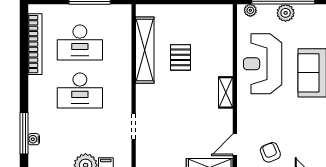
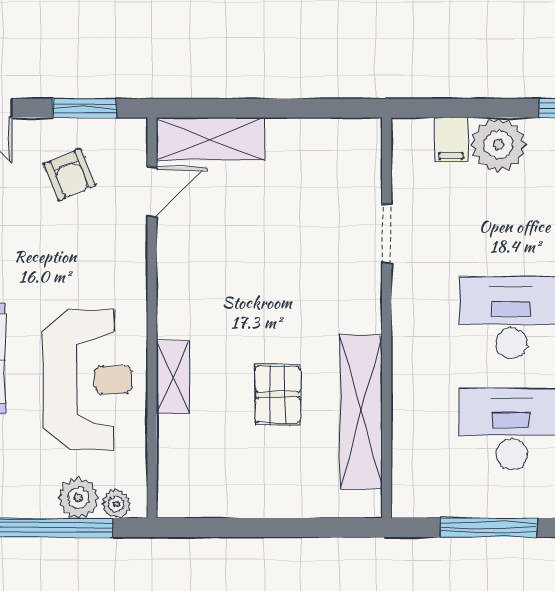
plant: (286, 13) -> (78, 498), moved
shelving: (226, 92) -> (173, 377), moved

